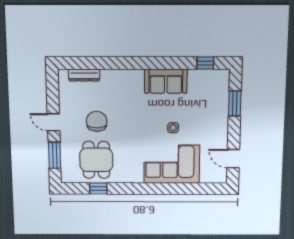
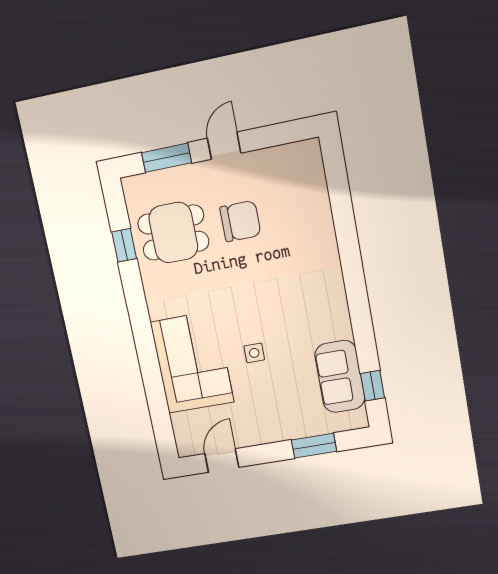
dresser: (84, 75) -> (317, 185), removed
sofa: (166, 81) -> (340, 377), moved

